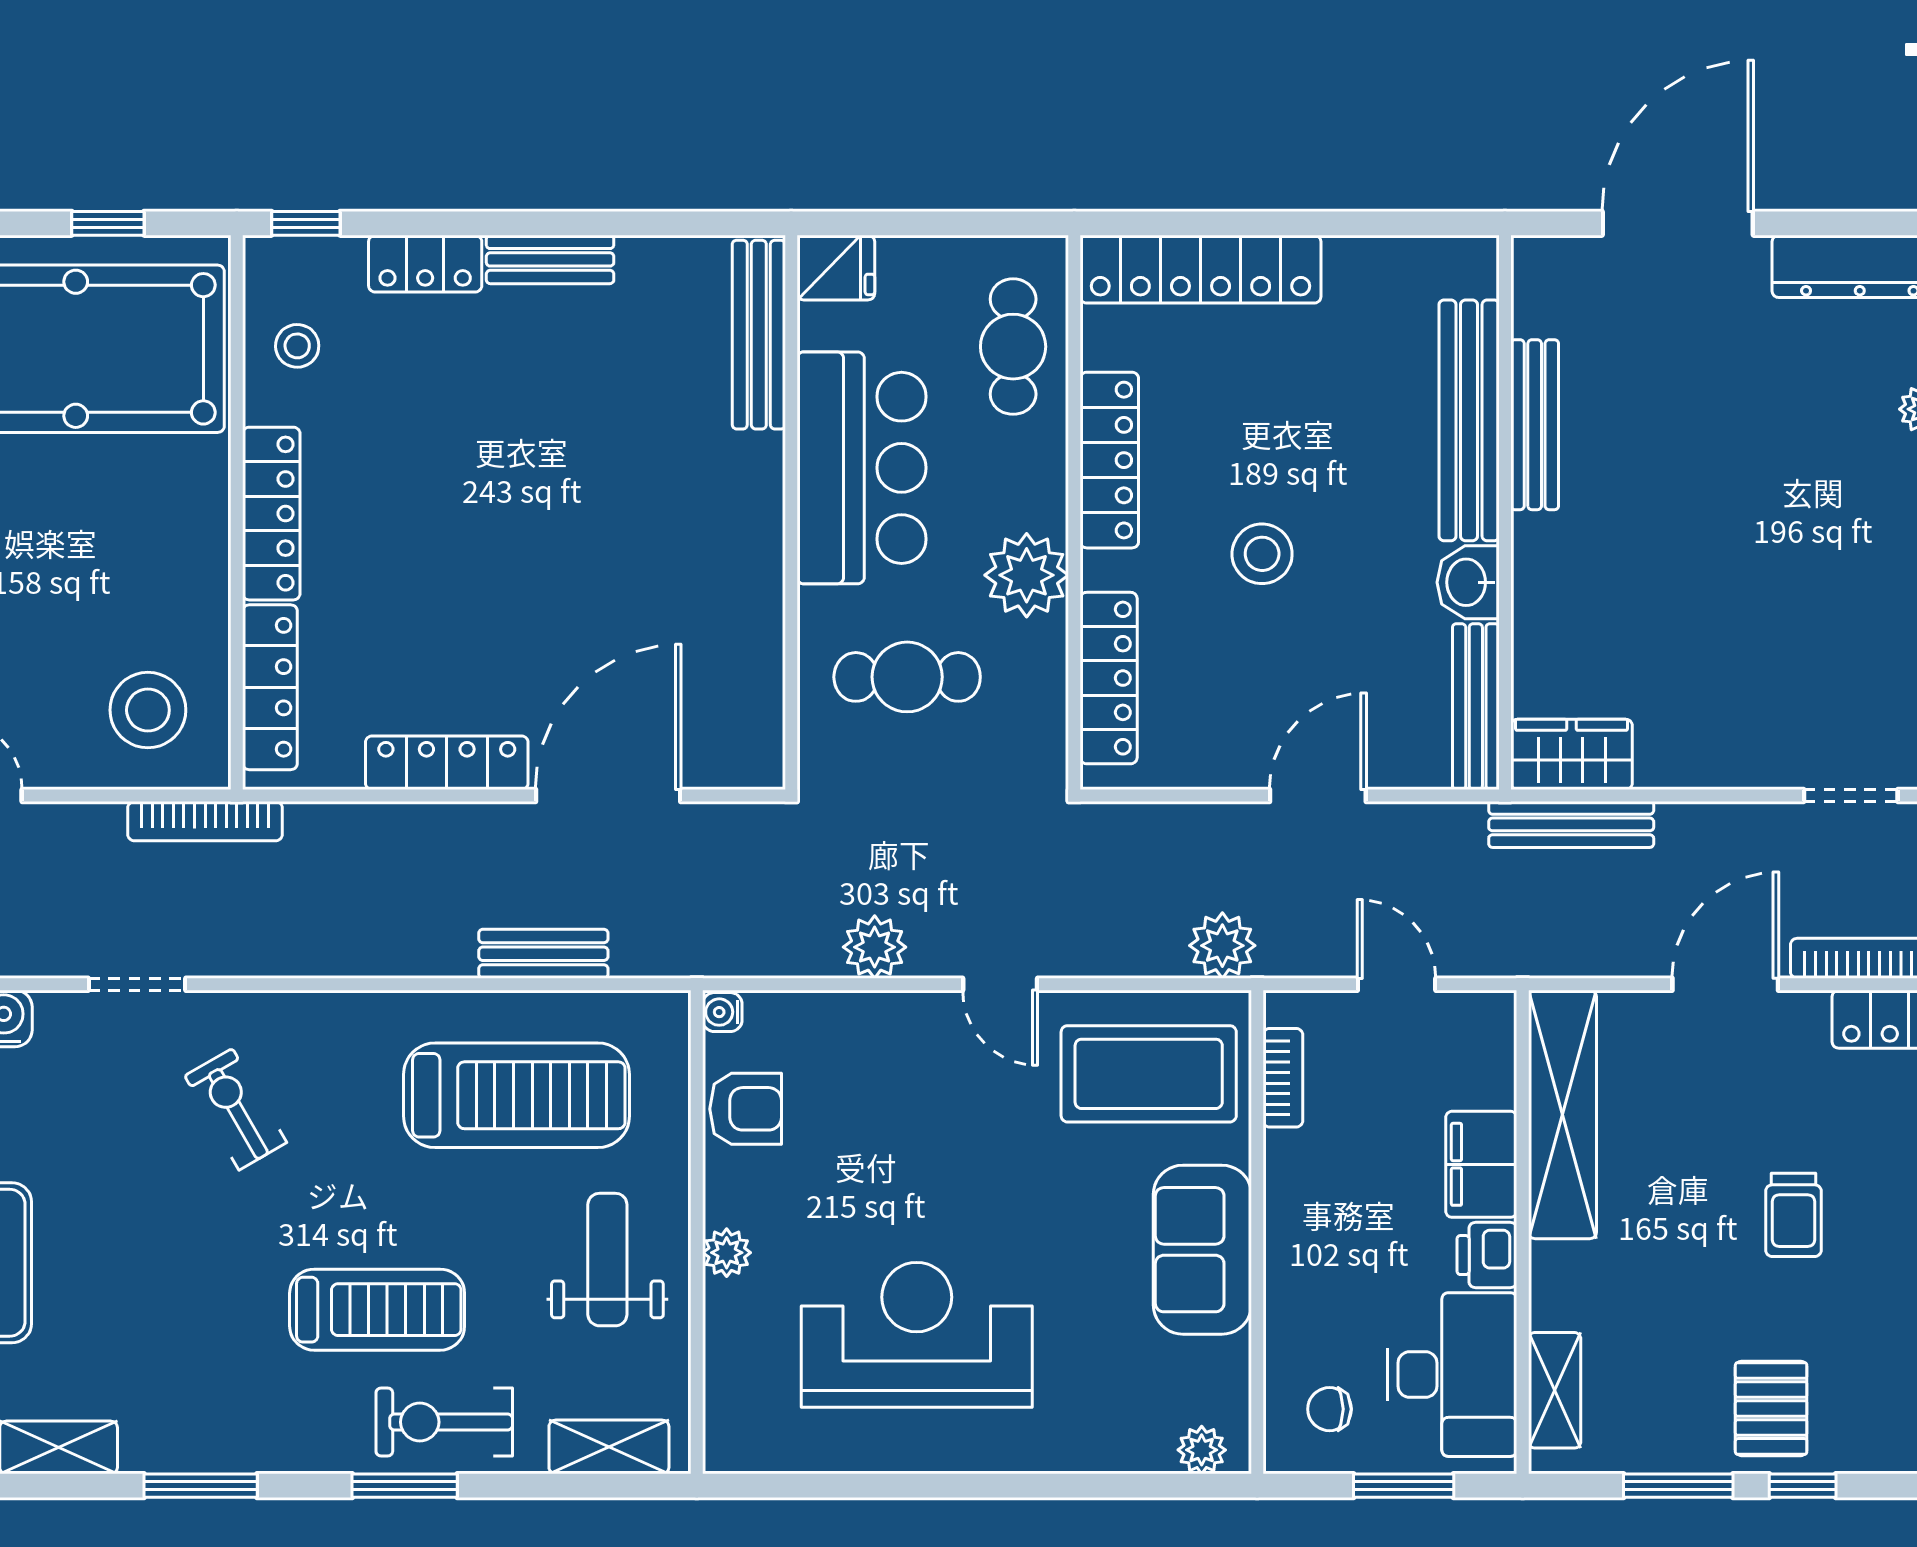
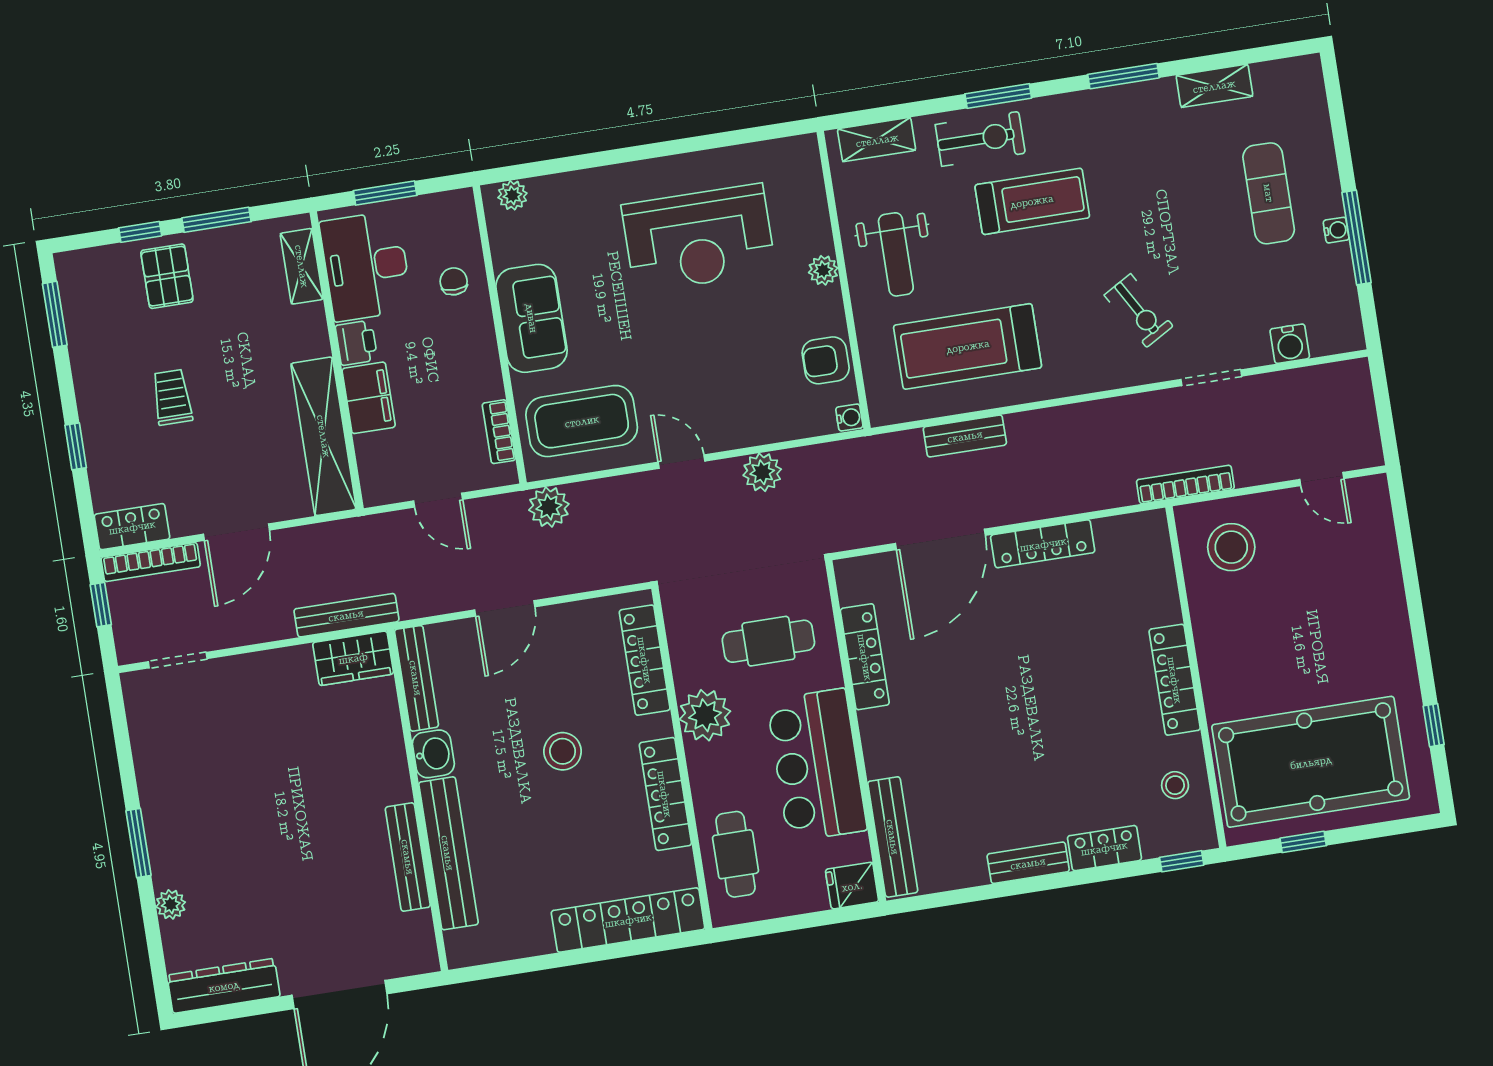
locker: (270, 687) -> (865, 657), moved, turned 180
treadmill: (377, 1310) -> (1032, 201), turned 180
chair: (1330, 1409) -> (454, 281), moved, turned -90

